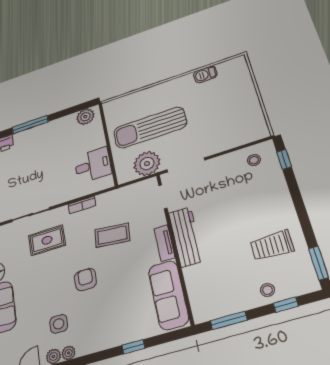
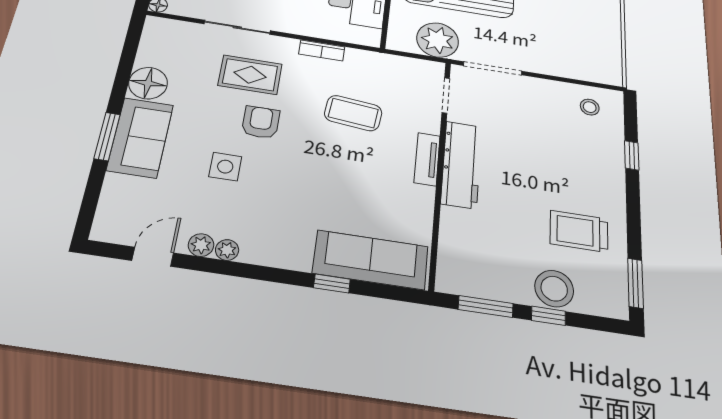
window: (284, 159) -> (632, 155), moved
armchair: (85, 280) -> (261, 122), moved
stool: (267, 290) -> (554, 289), width x1.89, depth x1.89
sofa: (168, 295) -> (371, 260), moved, turned 90
window: (286, 305) -> (548, 316), moved
side table: (59, 324) -> (225, 167), moved

